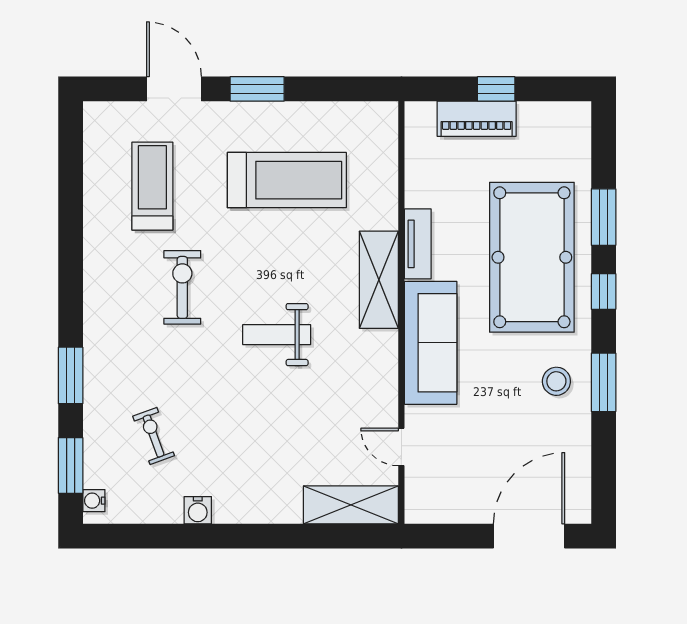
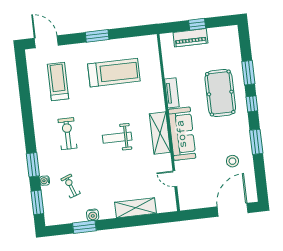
door: (174, 89) -> (46, 42), moved
pool table: (532, 257) -> (220, 93), width x0.73, depth x0.76
shelving: (379, 280) -> (160, 133), moved
exercise bike: (182, 287) -> (67, 134), moved
stool: (556, 381) -> (232, 161), moved
water cooler: (94, 501) -> (45, 181), moved
shelving: (351, 505) -> (135, 208), moved
window: (175, 536) -> (84, 227), added

